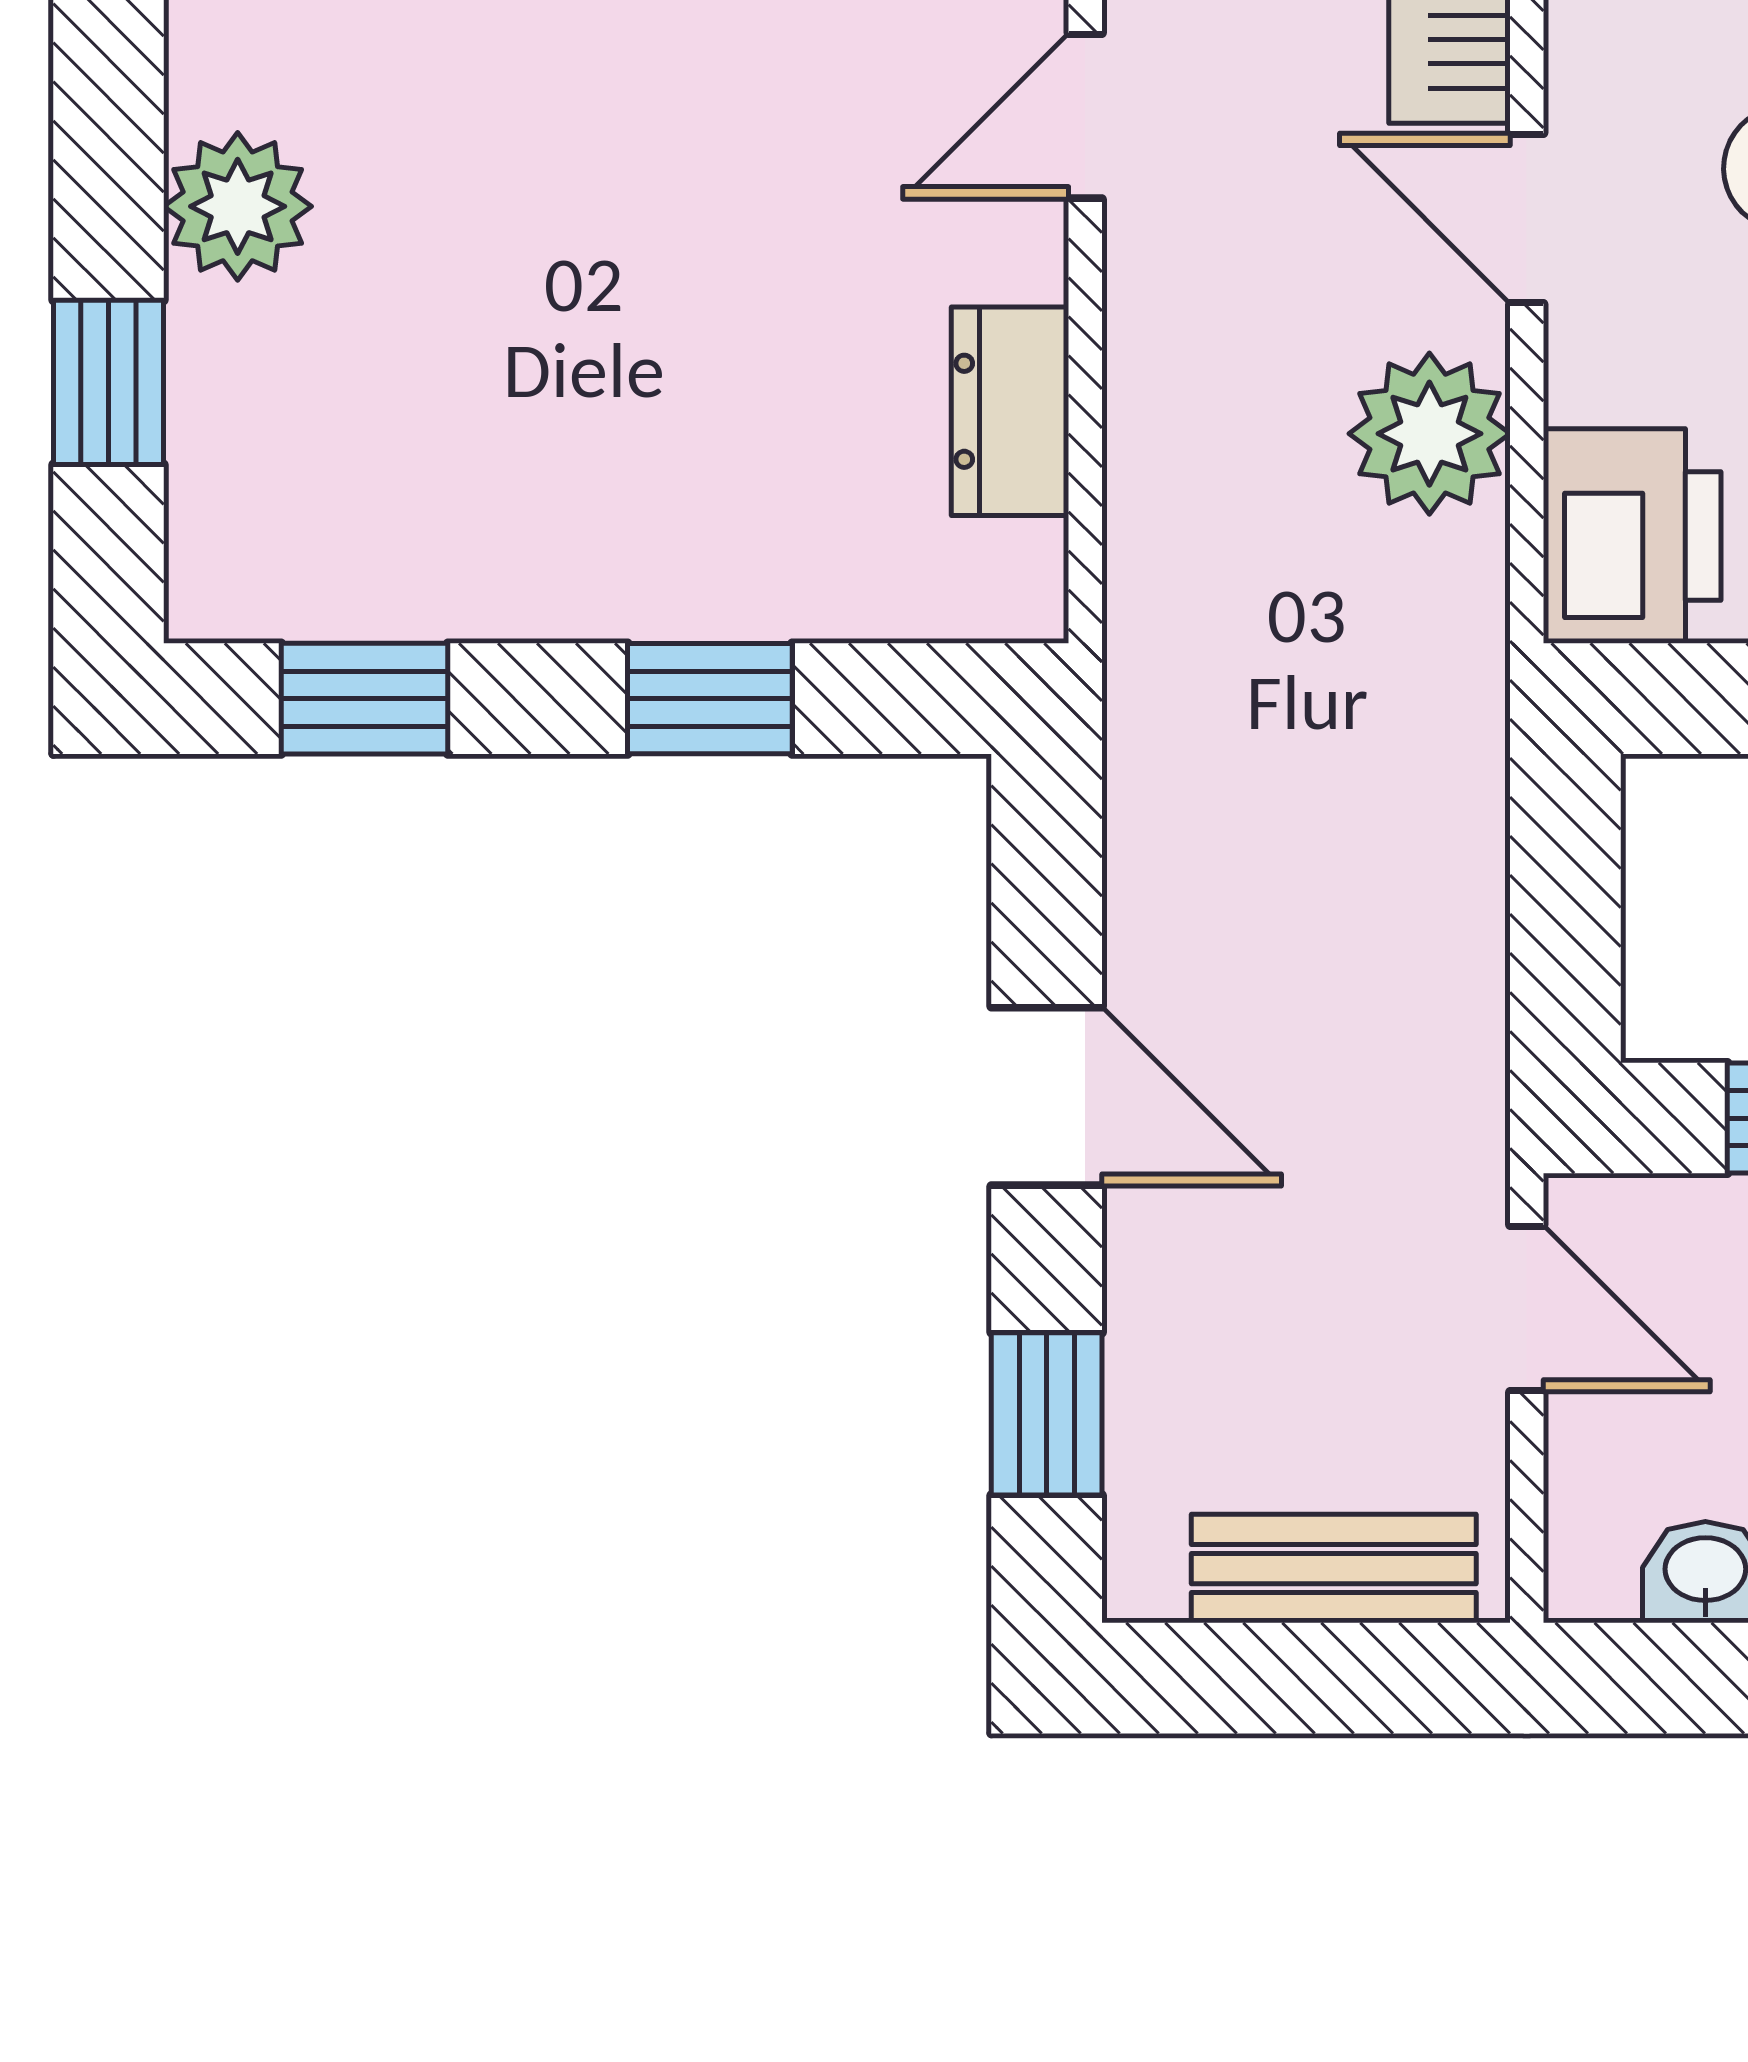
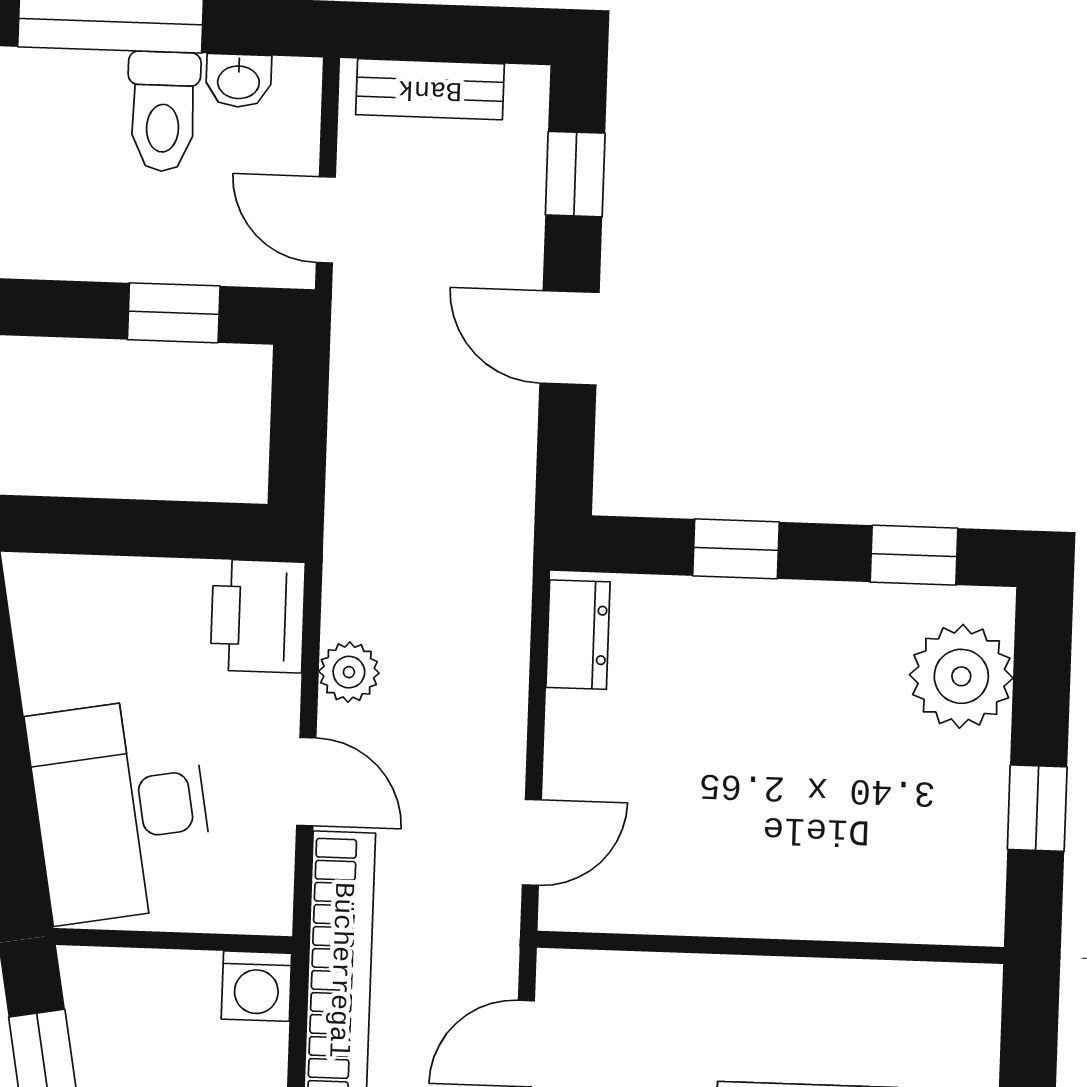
plant: (238, 206) -> (961, 676), moved, width x1.36, depth x1.36
window: (109, 382) -> (1037, 808), moved
dresser: (1010, 411) -> (578, 635), moved
plant: (1429, 434) -> (349, 672), width x0.73, depth x0.73

